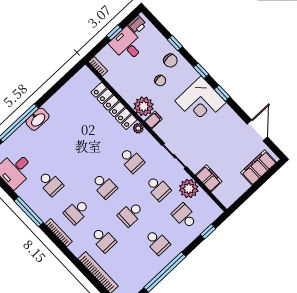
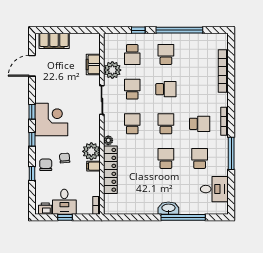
filing cabinet: (153, 120) -> (93, 166), moved
window: (208, 231) -> (138, 30), moved
school desk: (103, 240) -> (166, 158), moved

